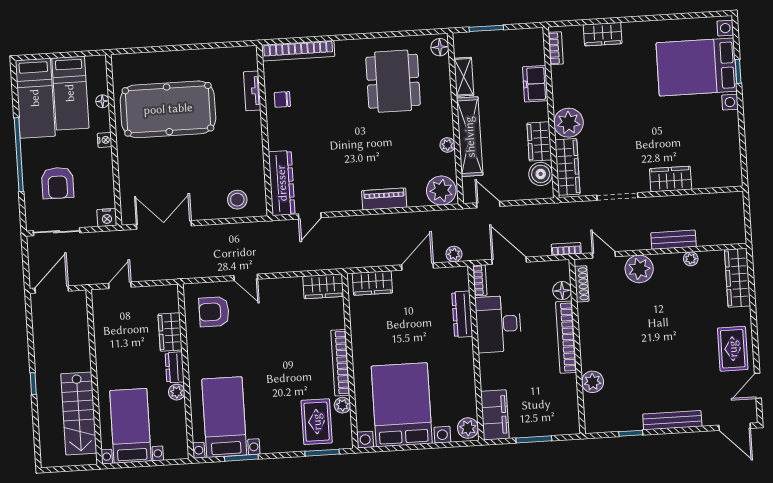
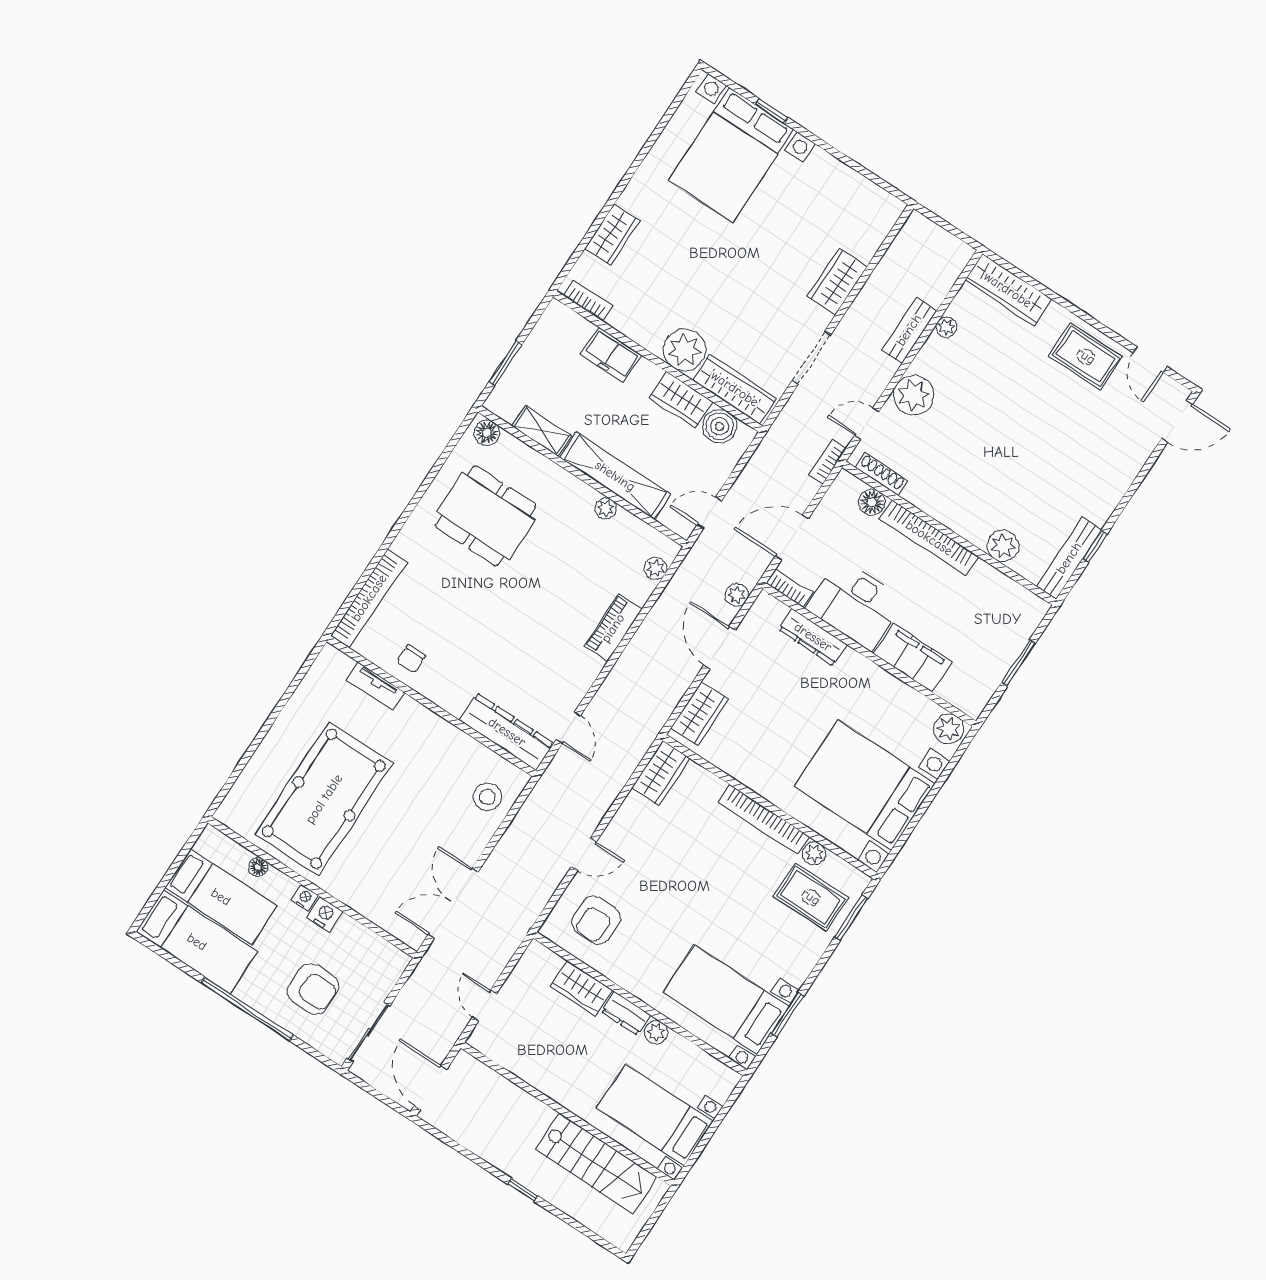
plant: (441, 191) -> (656, 568), width x0.53, depth x0.53
nightstand: (107, 218) -> (325, 914), moved, turned -90
filing cabinet: (495, 415) -> (913, 658), moved
bench: (672, 420) -> (1069, 558), moved

